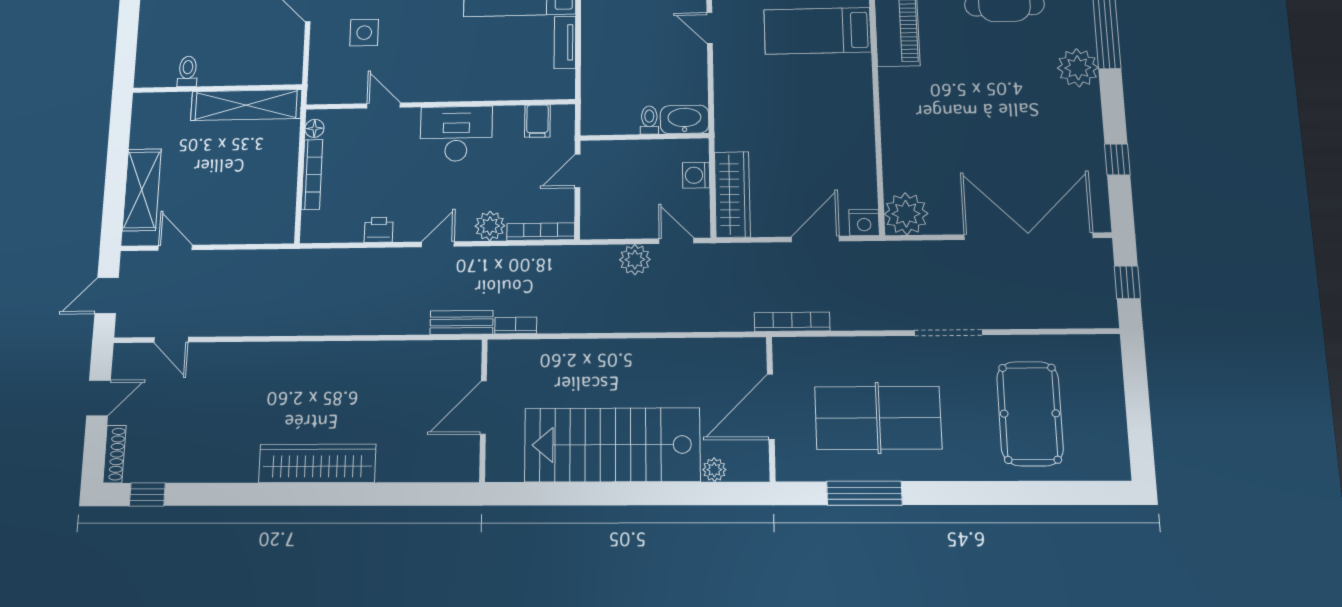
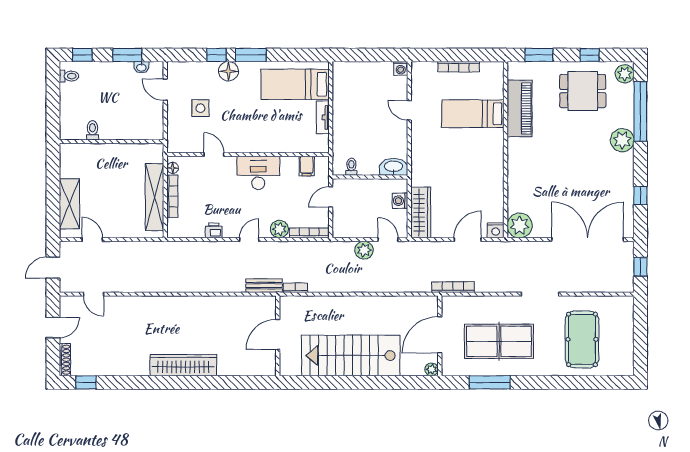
shelving: (246, 105) -> (155, 197), moved, turned 90
toilet: (649, 120) -> (351, 167), moved
plant: (714, 470) -> (432, 369), moved

